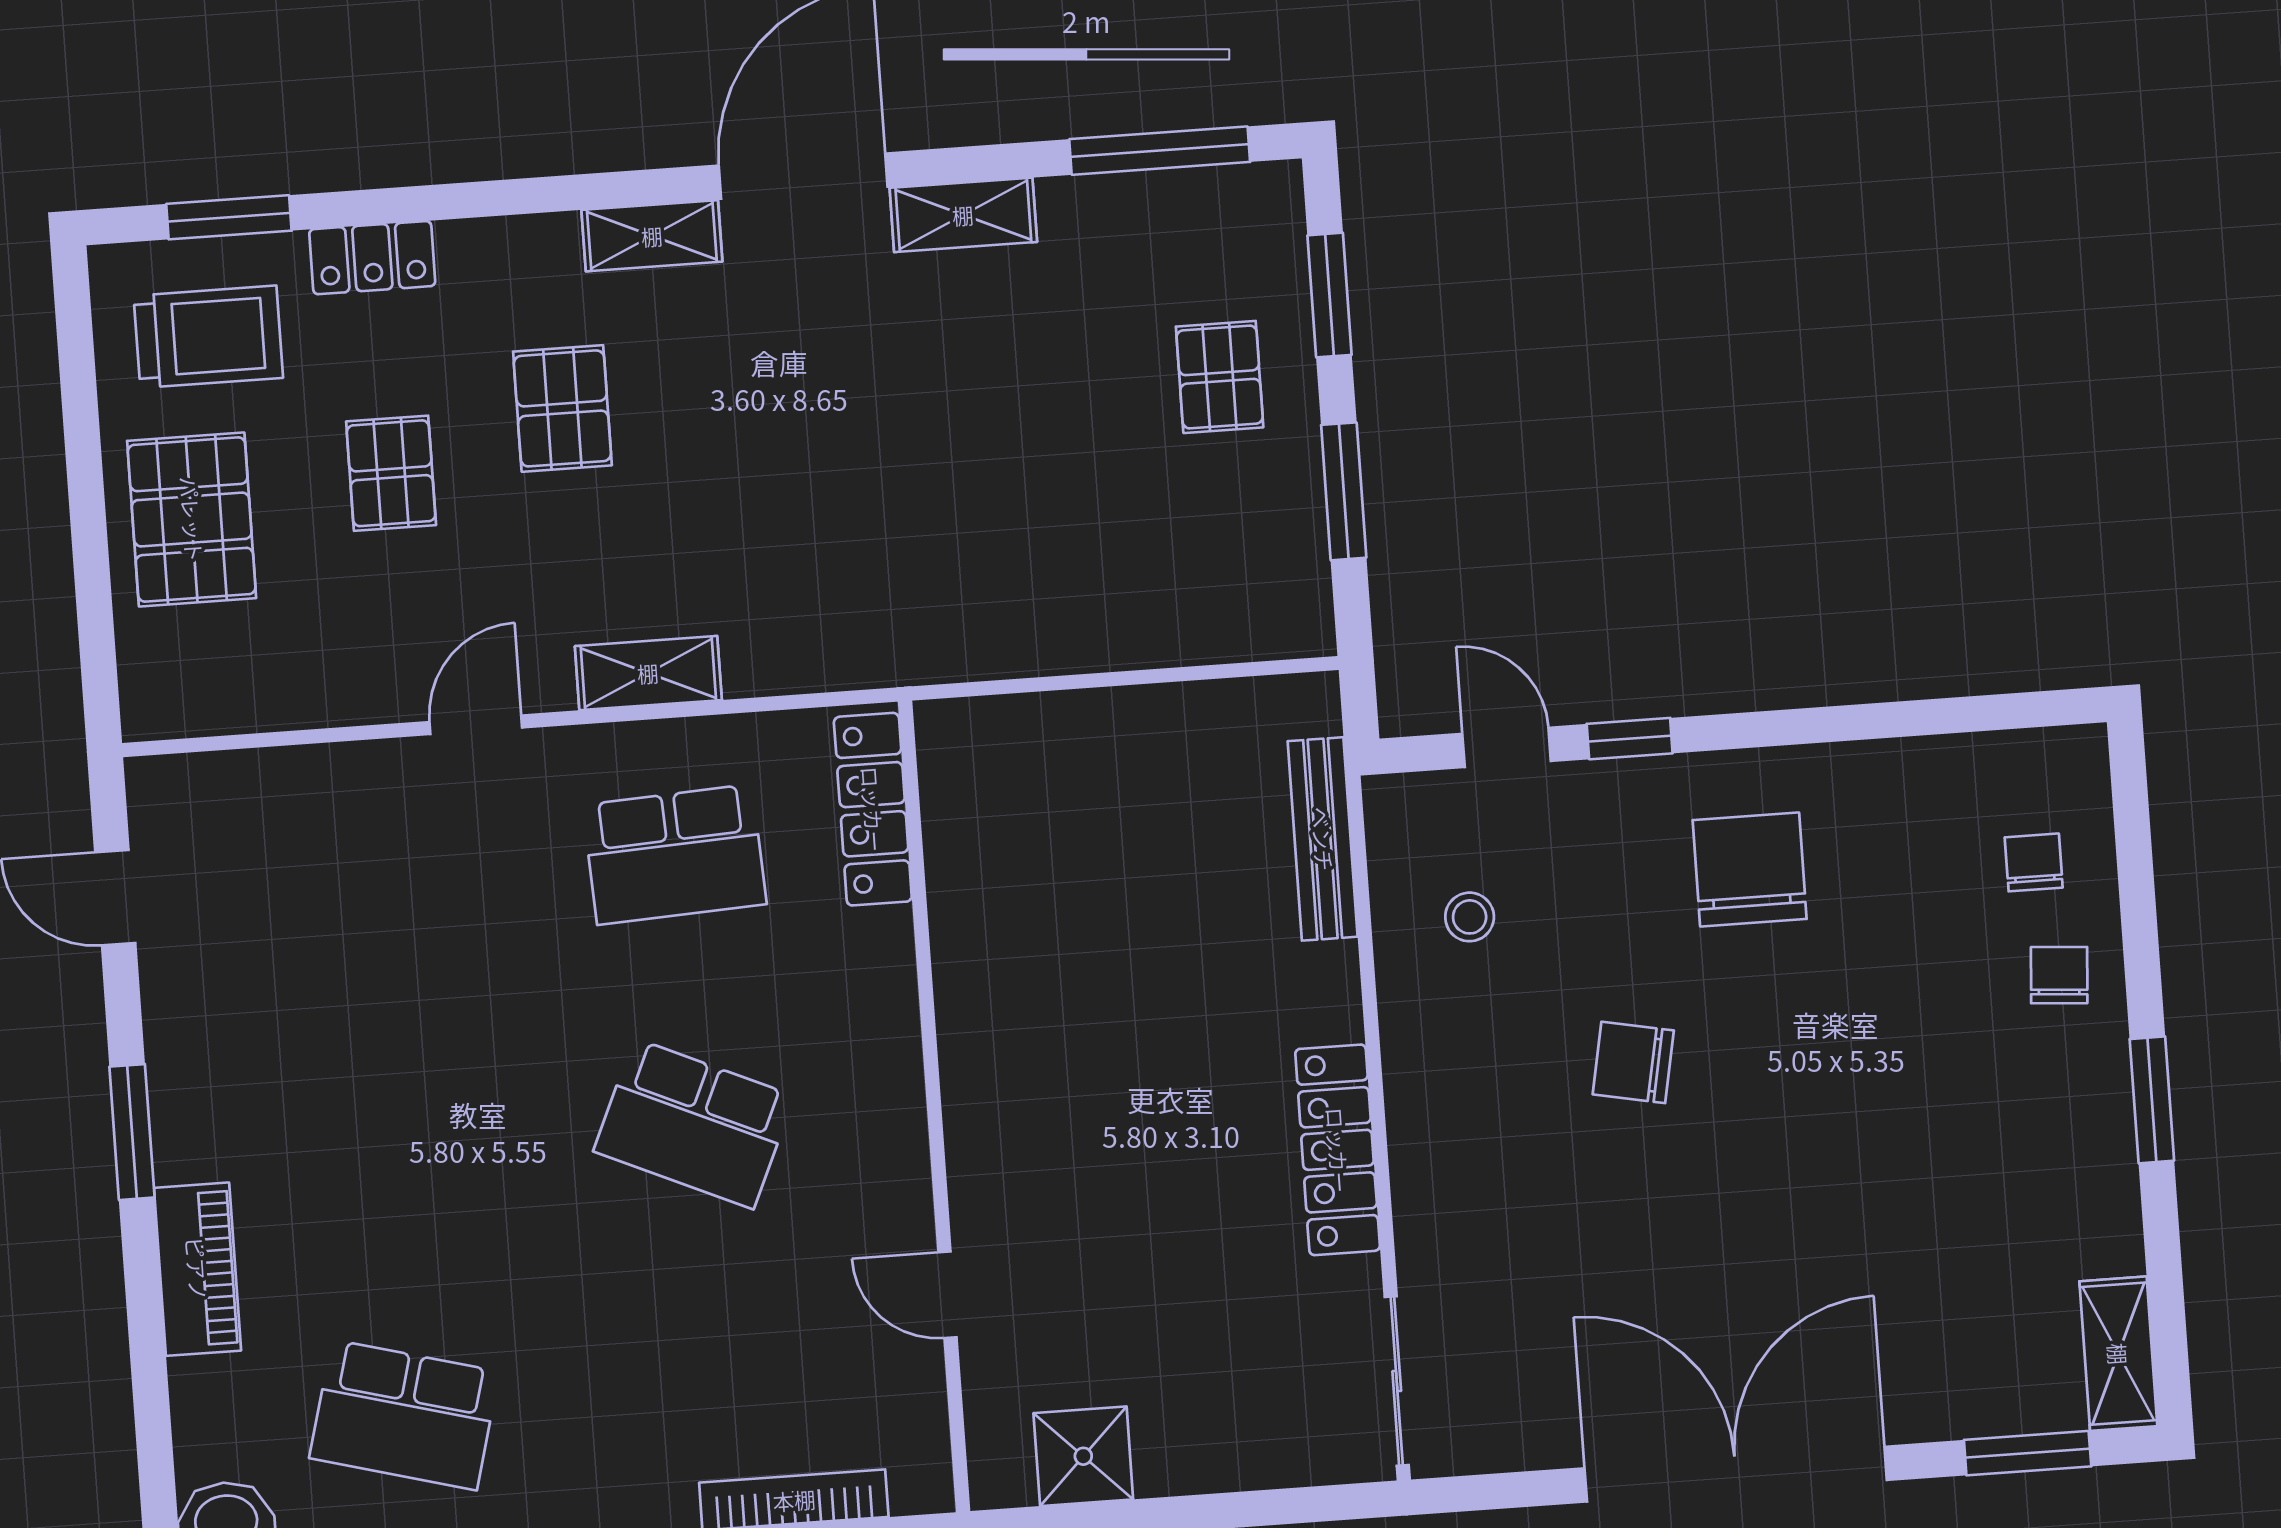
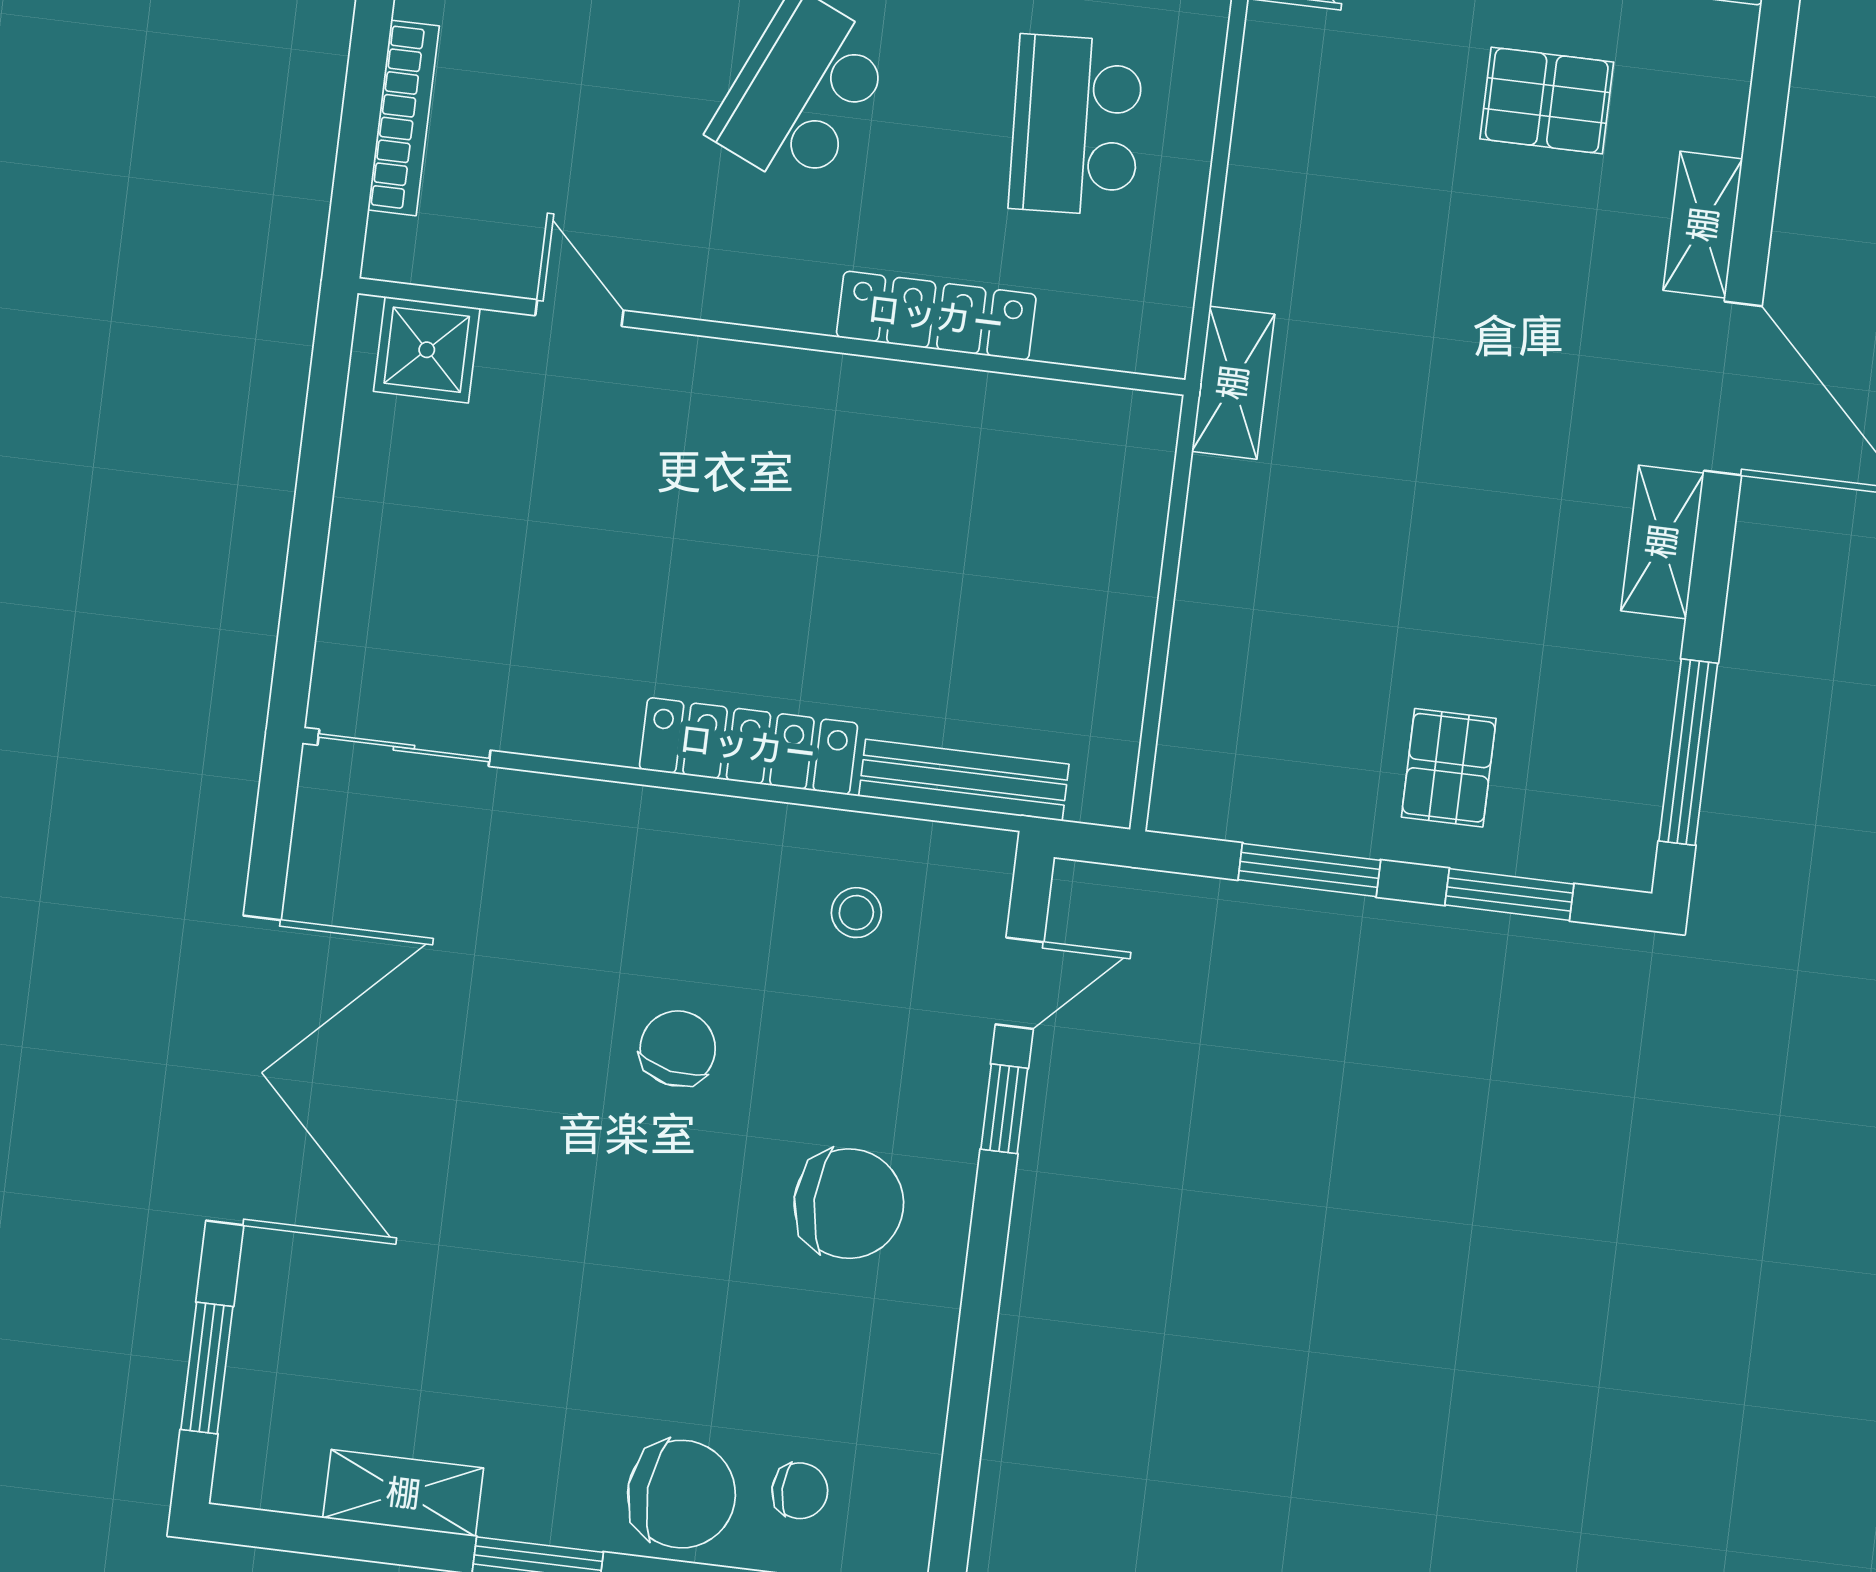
pallet: (1220, 377) -> (1449, 768), turned 90
shelving: (648, 673) -> (1233, 383), moved
locker: (873, 809) -> (936, 316), moved
chair: (2059, 975) -> (682, 1494), width x1.87, depth x1.87
locker: (1338, 1150) -> (748, 746), moved
door: (948, 1295) -> (579, 313), hinge flipped
shelving: (2118, 1354) -> (403, 1493), moved
shower: (1083, 1456) -> (427, 350), moved

